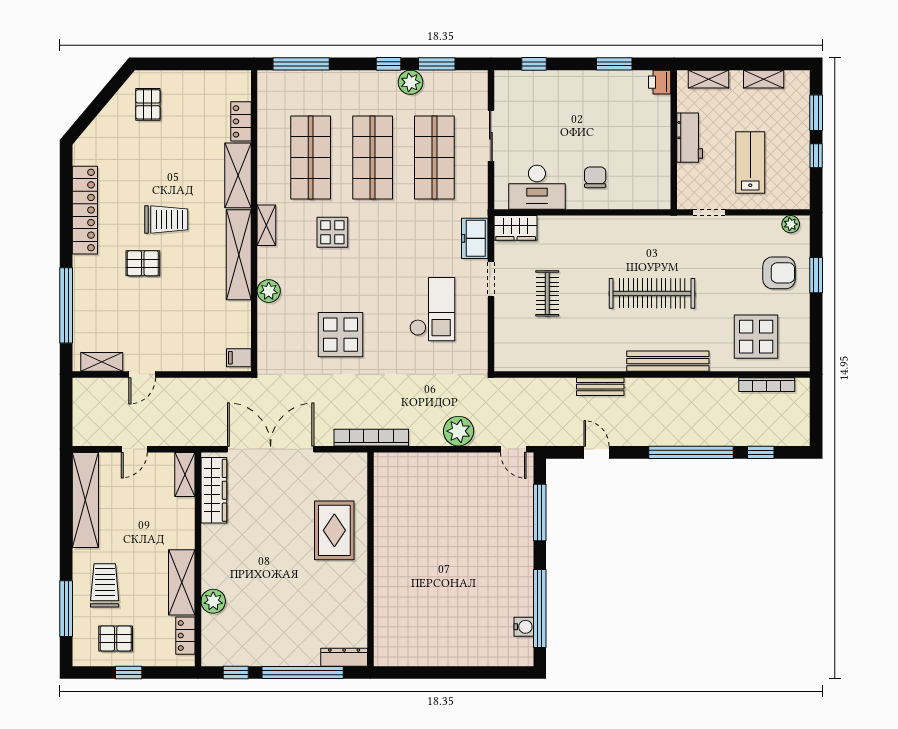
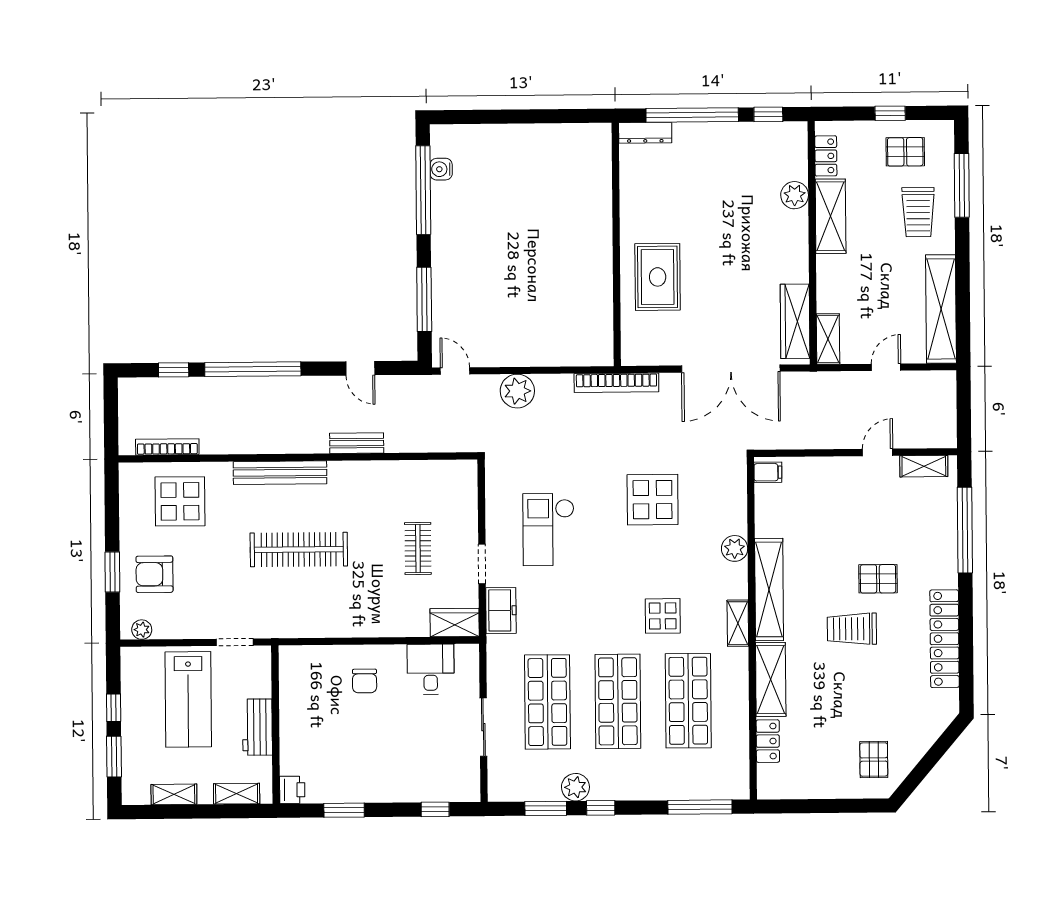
lab bench: (750, 162) -> (188, 699), width x1.36, depth x1.39
desk: (537, 187) -> (431, 669), width x0.73

